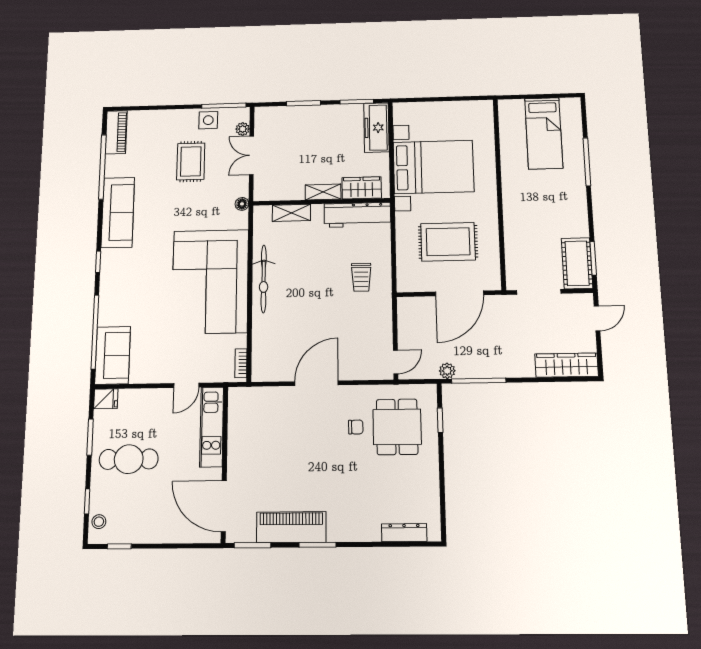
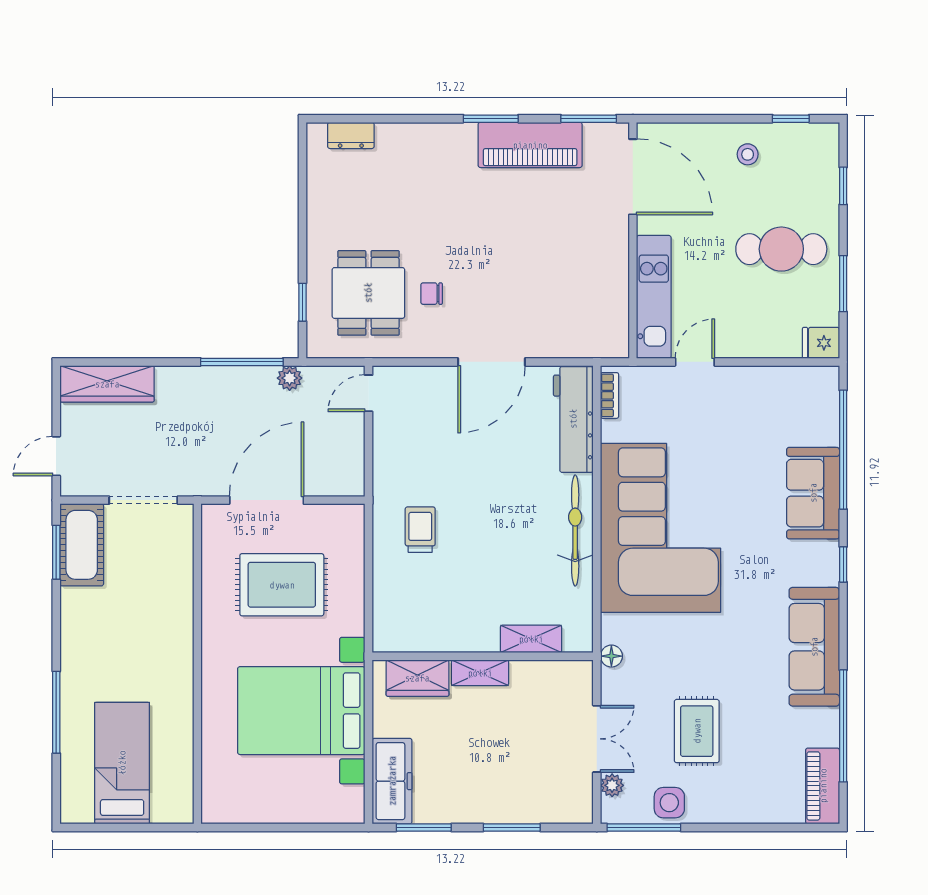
workbench: (357, 215) -> (573, 419), moved, turned -90
sofa: (113, 355) -> (813, 493), moved
stool: (99, 522) -> (748, 154), moved
dresser: (404, 533) -> (351, 135), width x0.70

